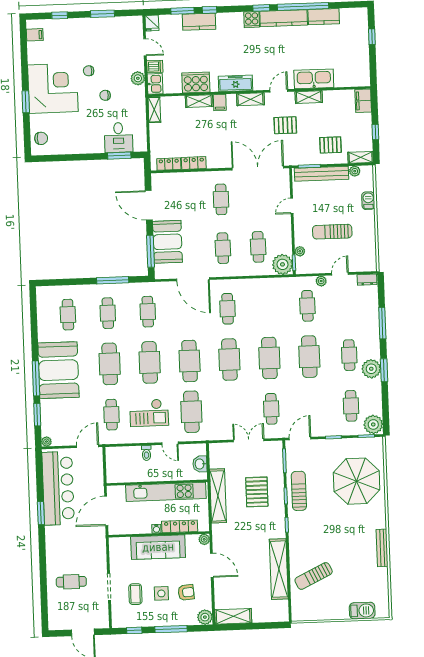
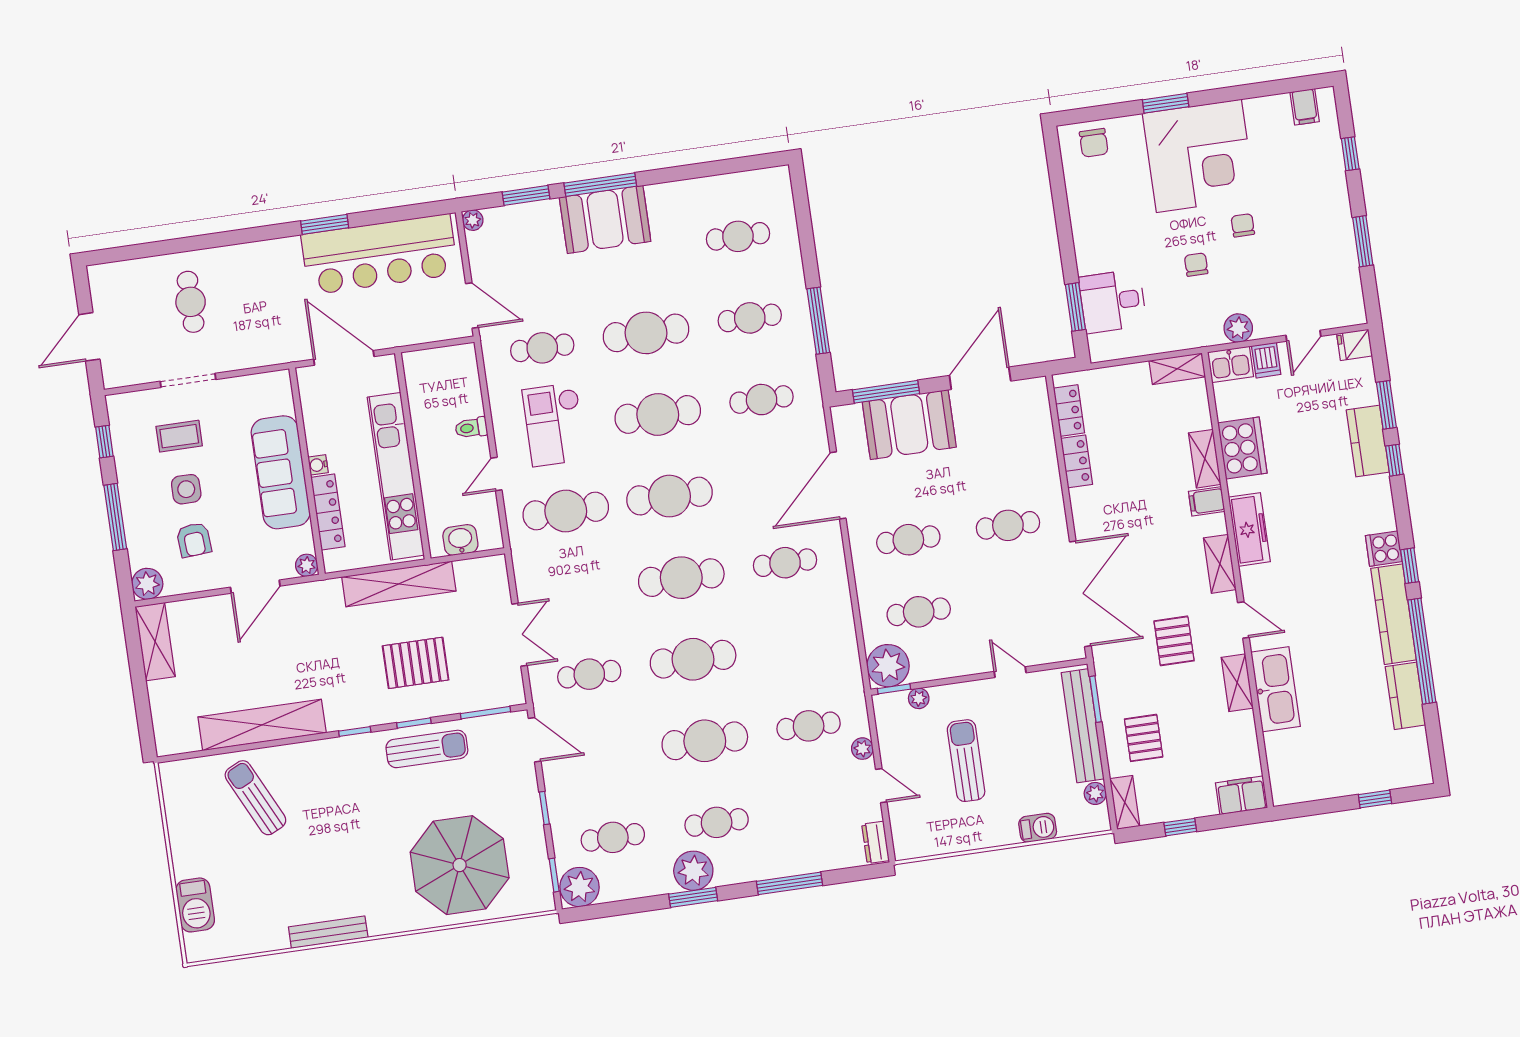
booth: (58, 370) -> (605, 219), width x0.73, depth x0.70

